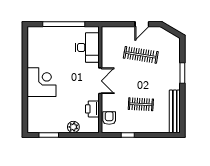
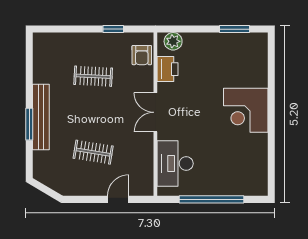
door: (142, 24) -> (118, 199), moved
clothes rail: (141, 55) -> (93, 152), width x0.73
bench: (175, 111) -> (41, 117), moved
plant: (73, 127) -> (173, 41), moved

